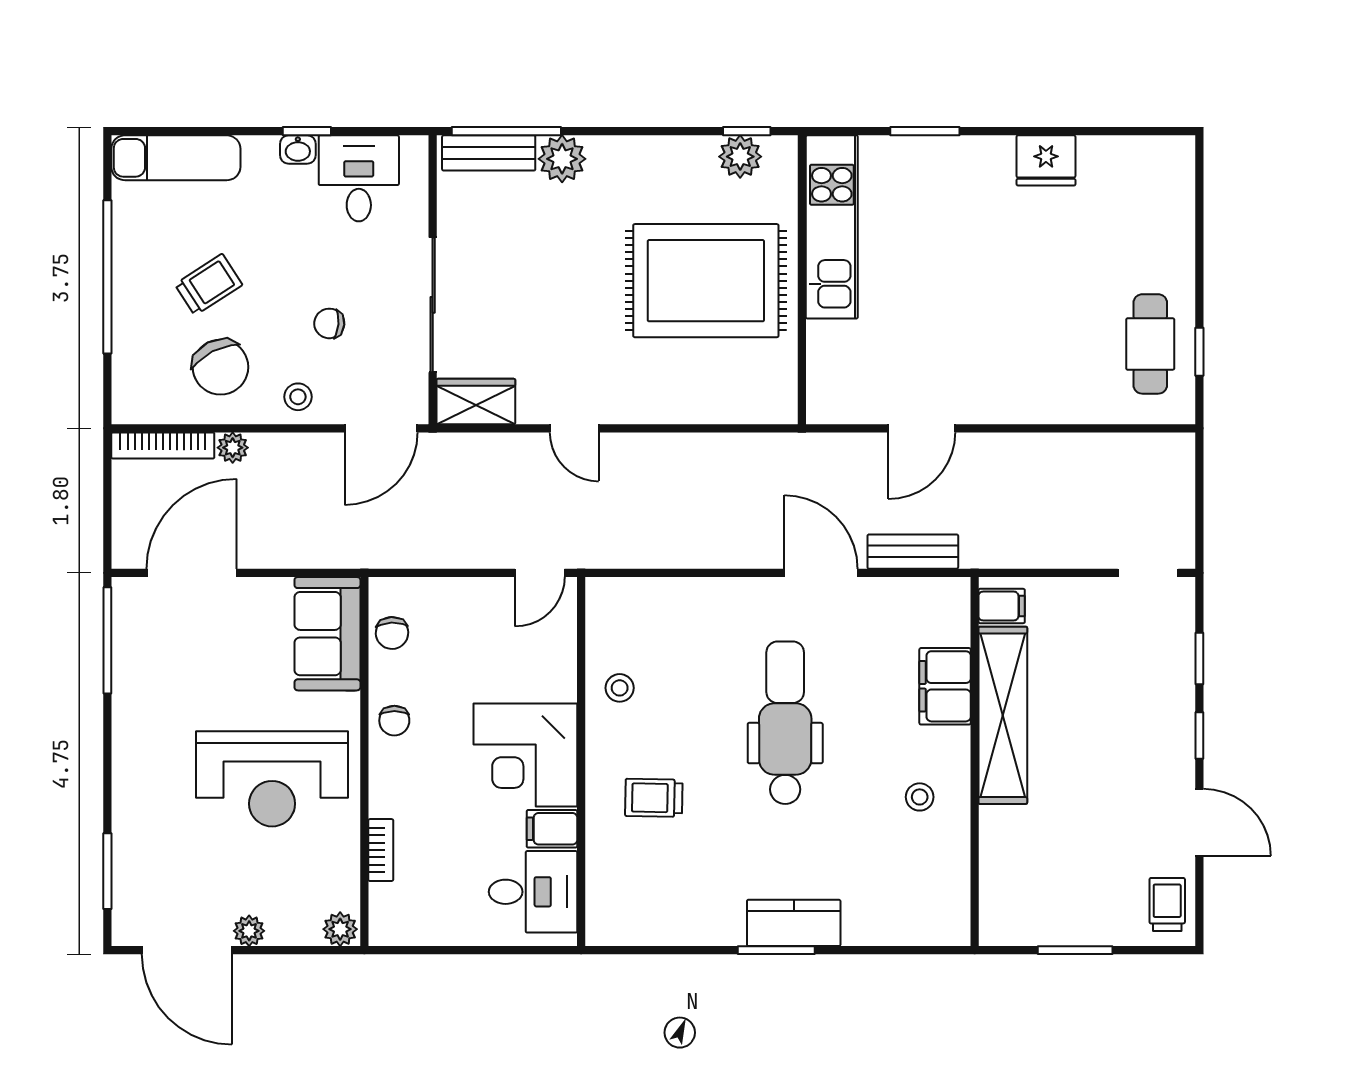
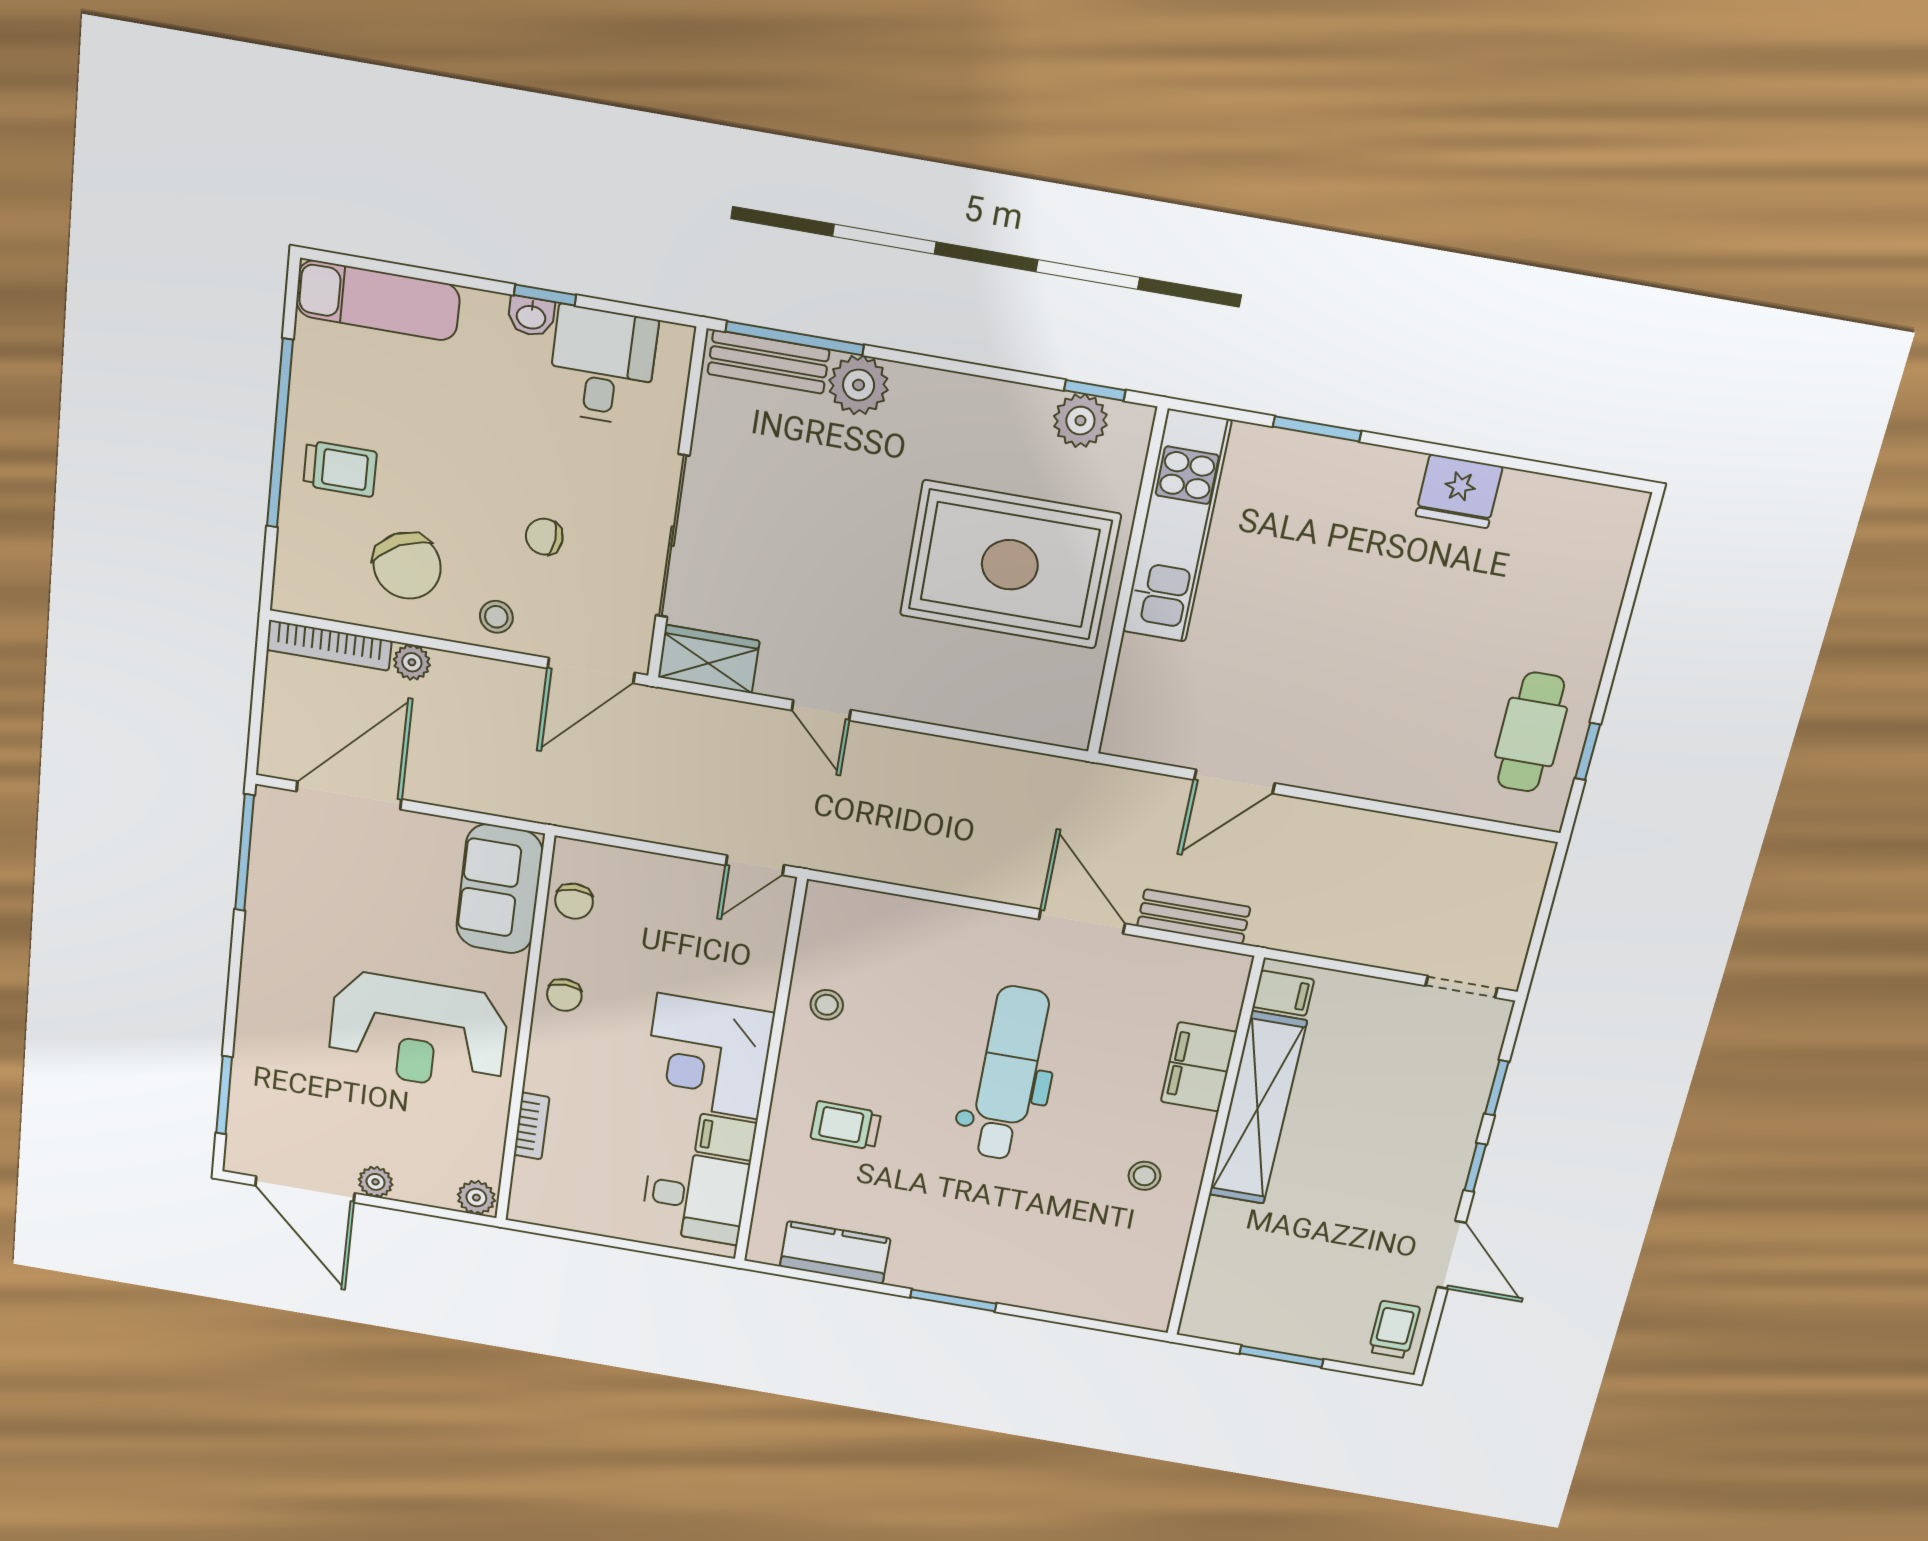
trolley: (209, 285) -> (340, 469), moved, turned 33
kitchen counter: (794, 923) -> (835, 1253), moved

